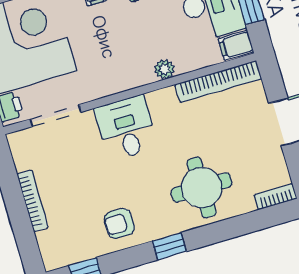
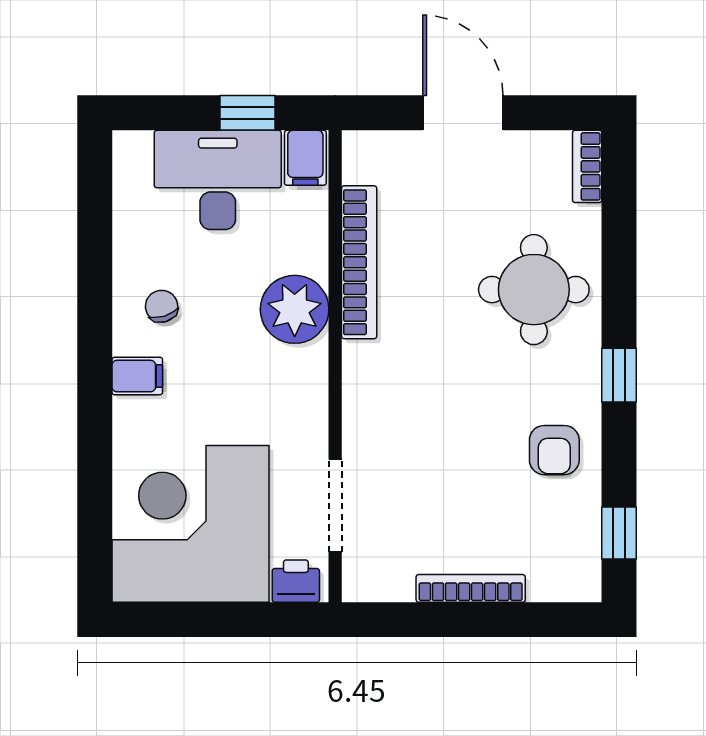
plant: (165, 69) -> (295, 309), width x1.88, depth x1.88
bookcase: (218, 81) -> (359, 262), moved
desk: (126, 128) -> (393, 389), removed

